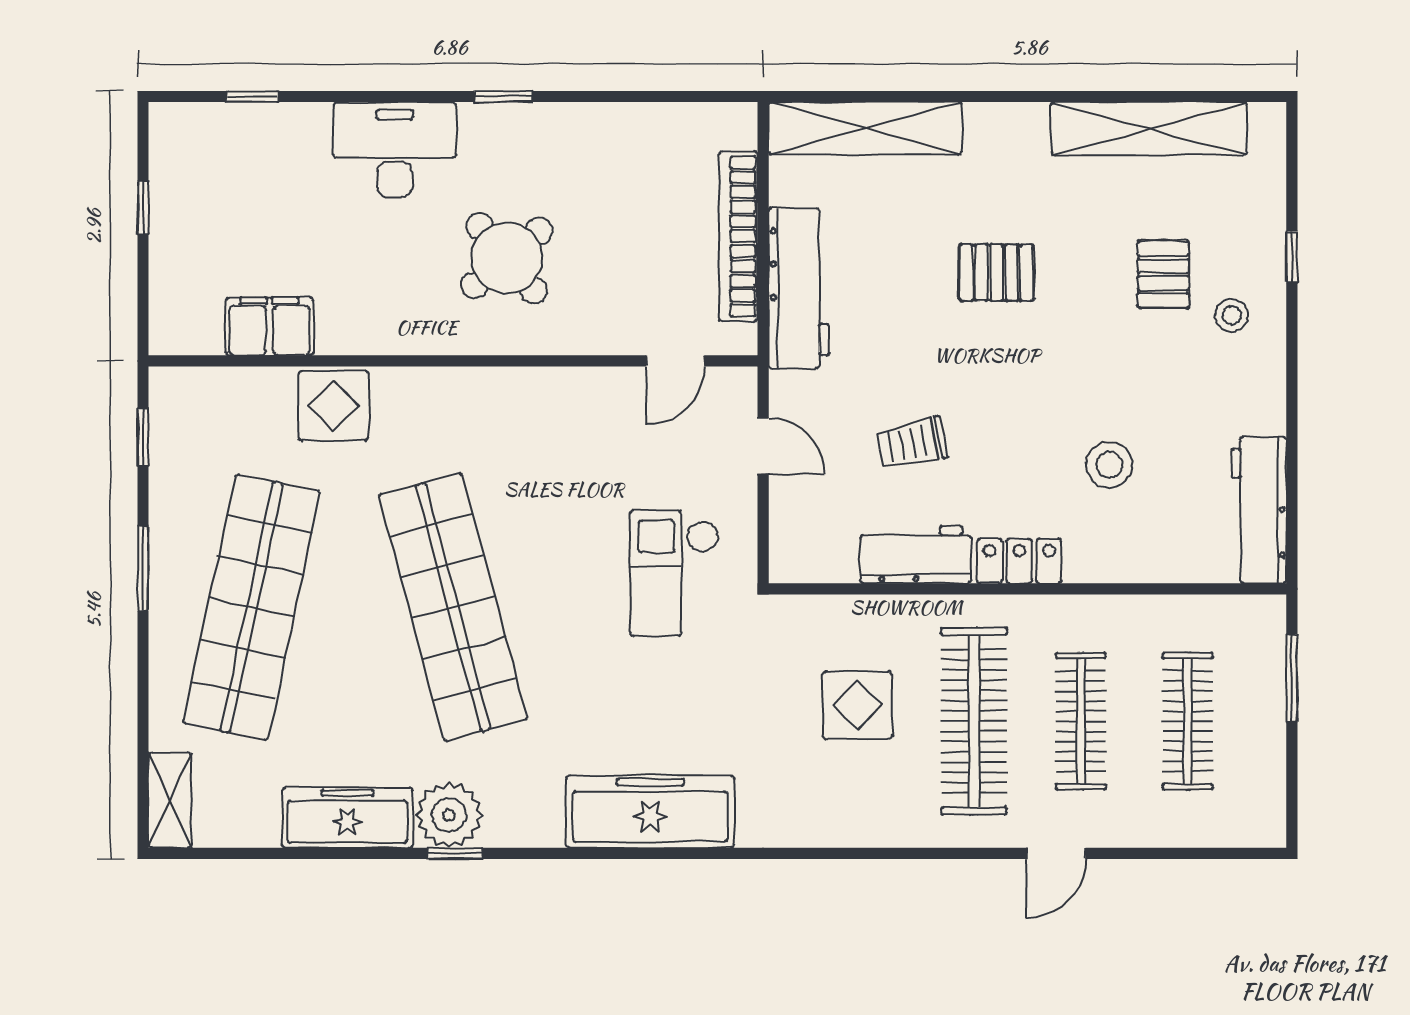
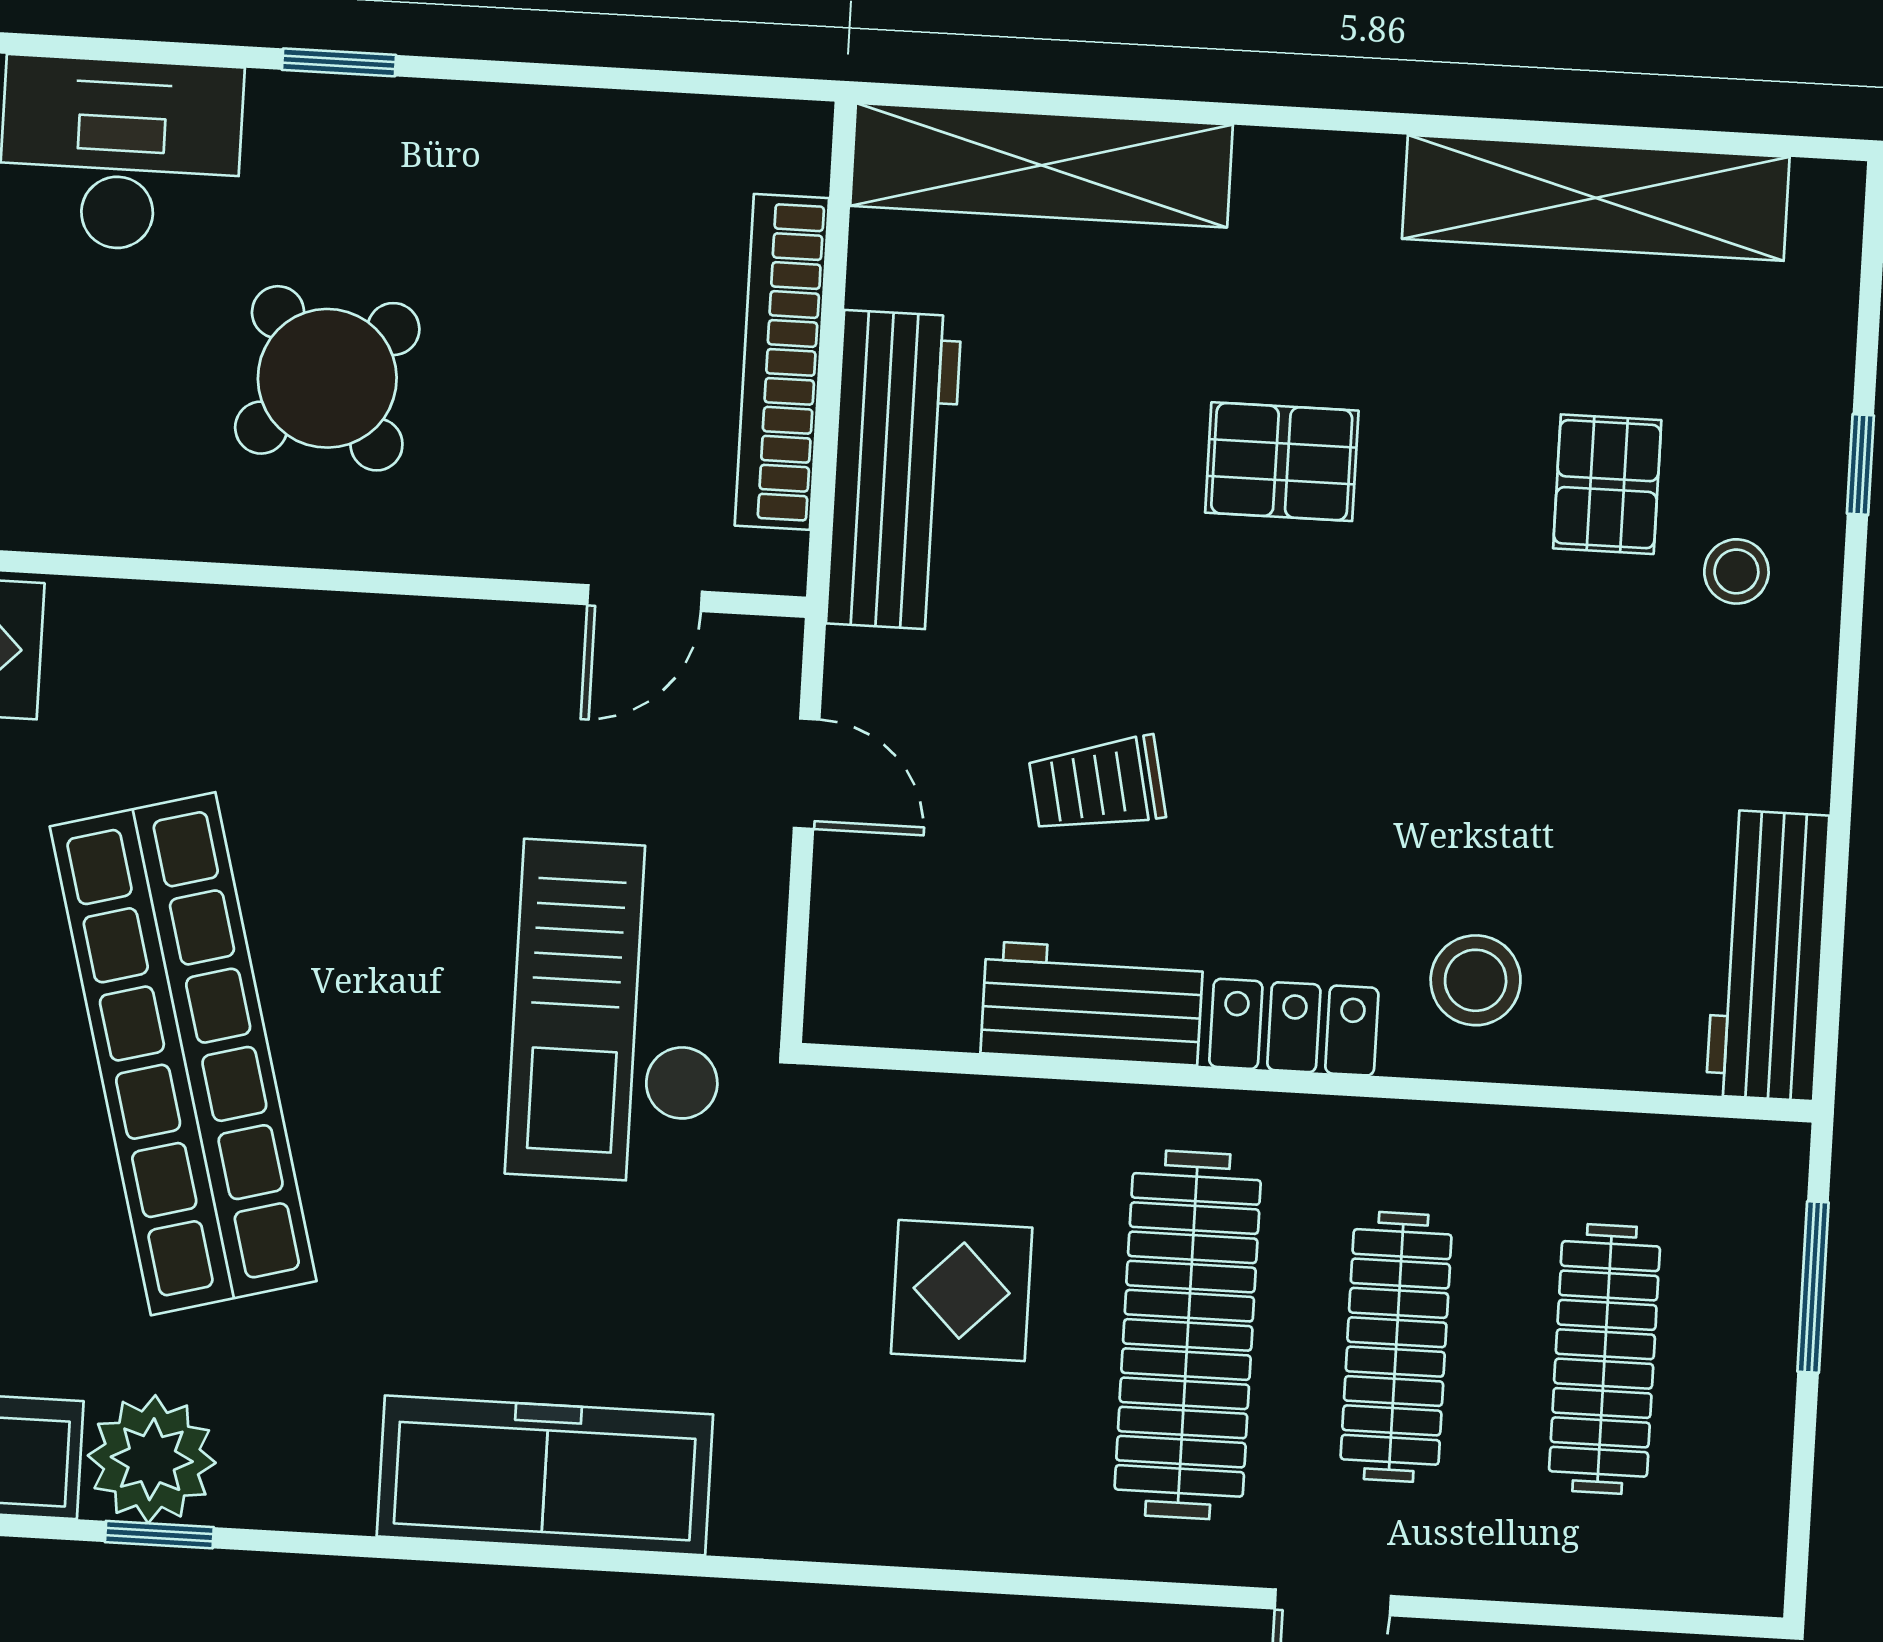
stool: (1109, 465) -> (1476, 980), moved
checkout: (674, 573) -> (619, 1012), width x1.36, depth x1.21

